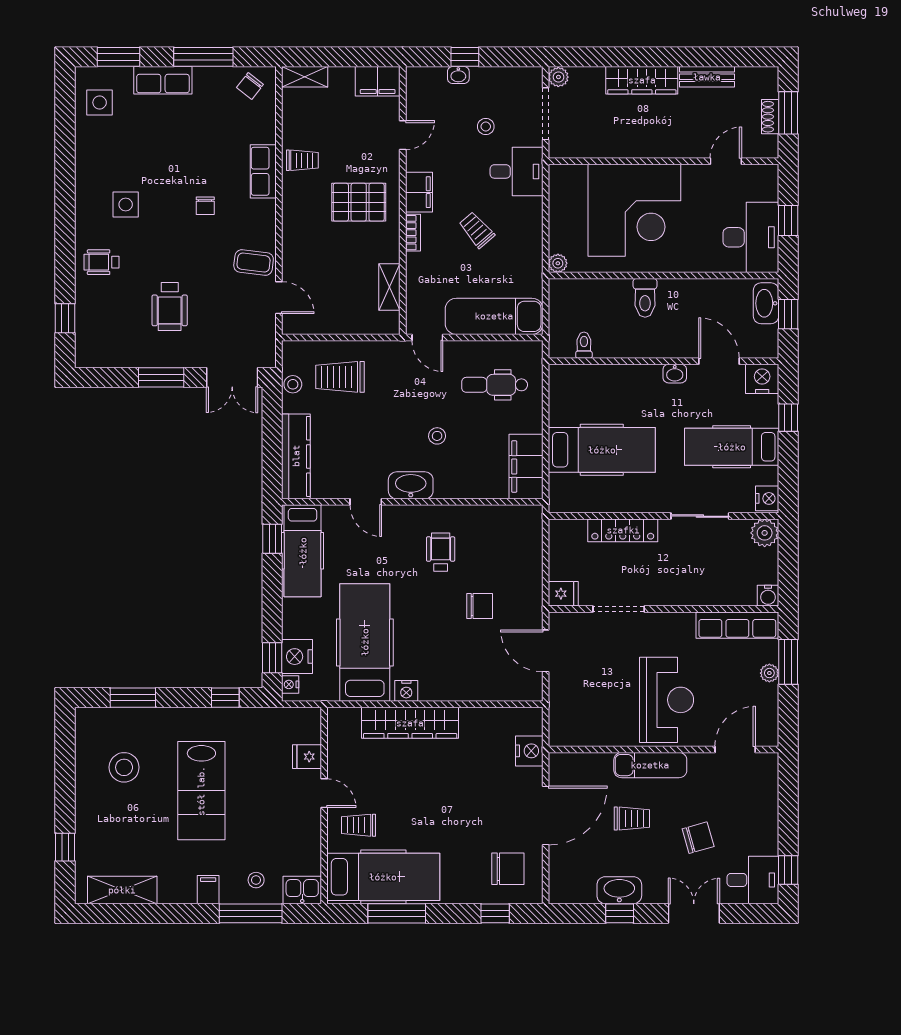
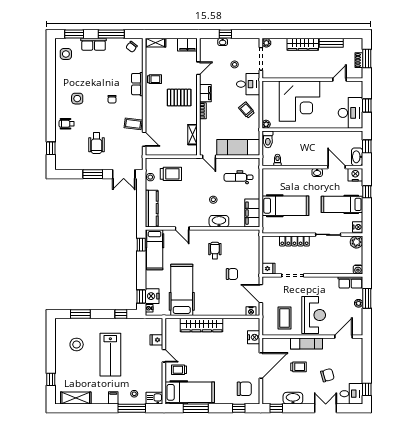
trolley: (477, 230) -> (247, 110), moved
toilet: (645, 298) -> (268, 139), moved
washbasin: (766, 303) -> (357, 157), moved
trolley: (340, 377) -> (171, 174), turned 180
washbasin: (411, 485) -> (219, 221), moved
row of seats: (737, 625) -> (350, 282), width x0.68
nightstand: (406, 691) -> (251, 311), moved
coffee table: (600, 707) -> (285, 318), added
window: (620, 913) -> (276, 408), moved

